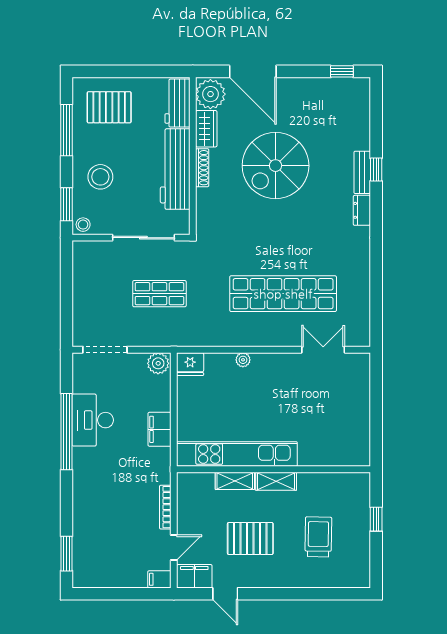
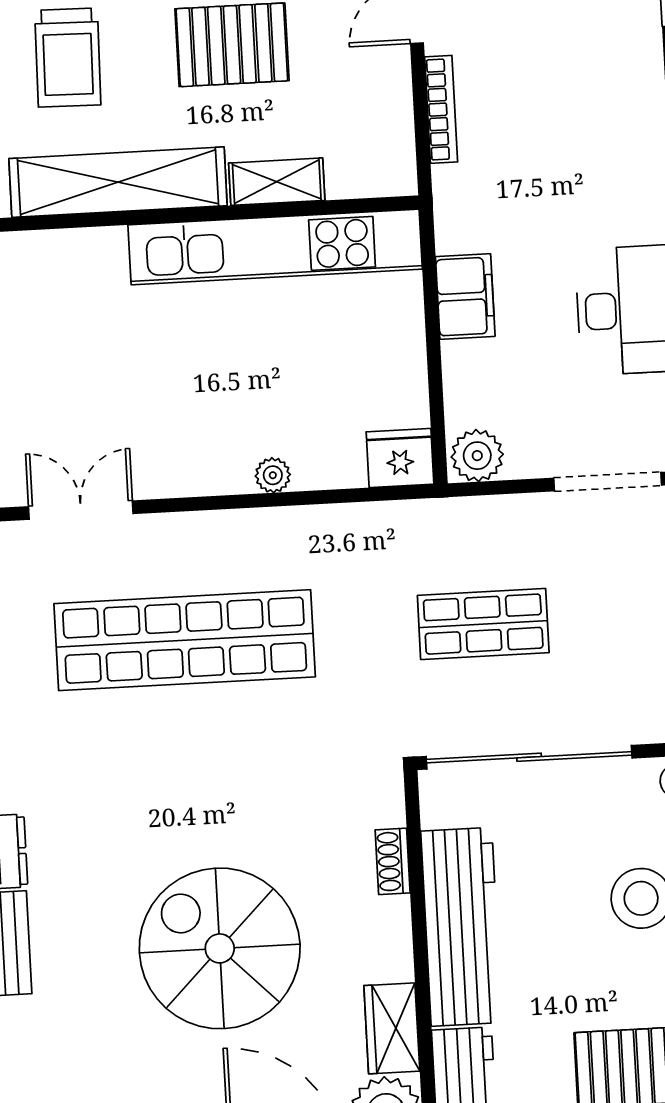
spiral stairs: (276, 166) -> (220, 948), turned -90
shoe rack: (202, 168) -> (393, 861), moved, width x0.70
sliding door: (143, 238) -> (529, 757), width x1.36
double door: (323, 350) -> (81, 510), swing flipped
shelving: (276, 481) -> (118, 182), width x2.20, depth x1.33

